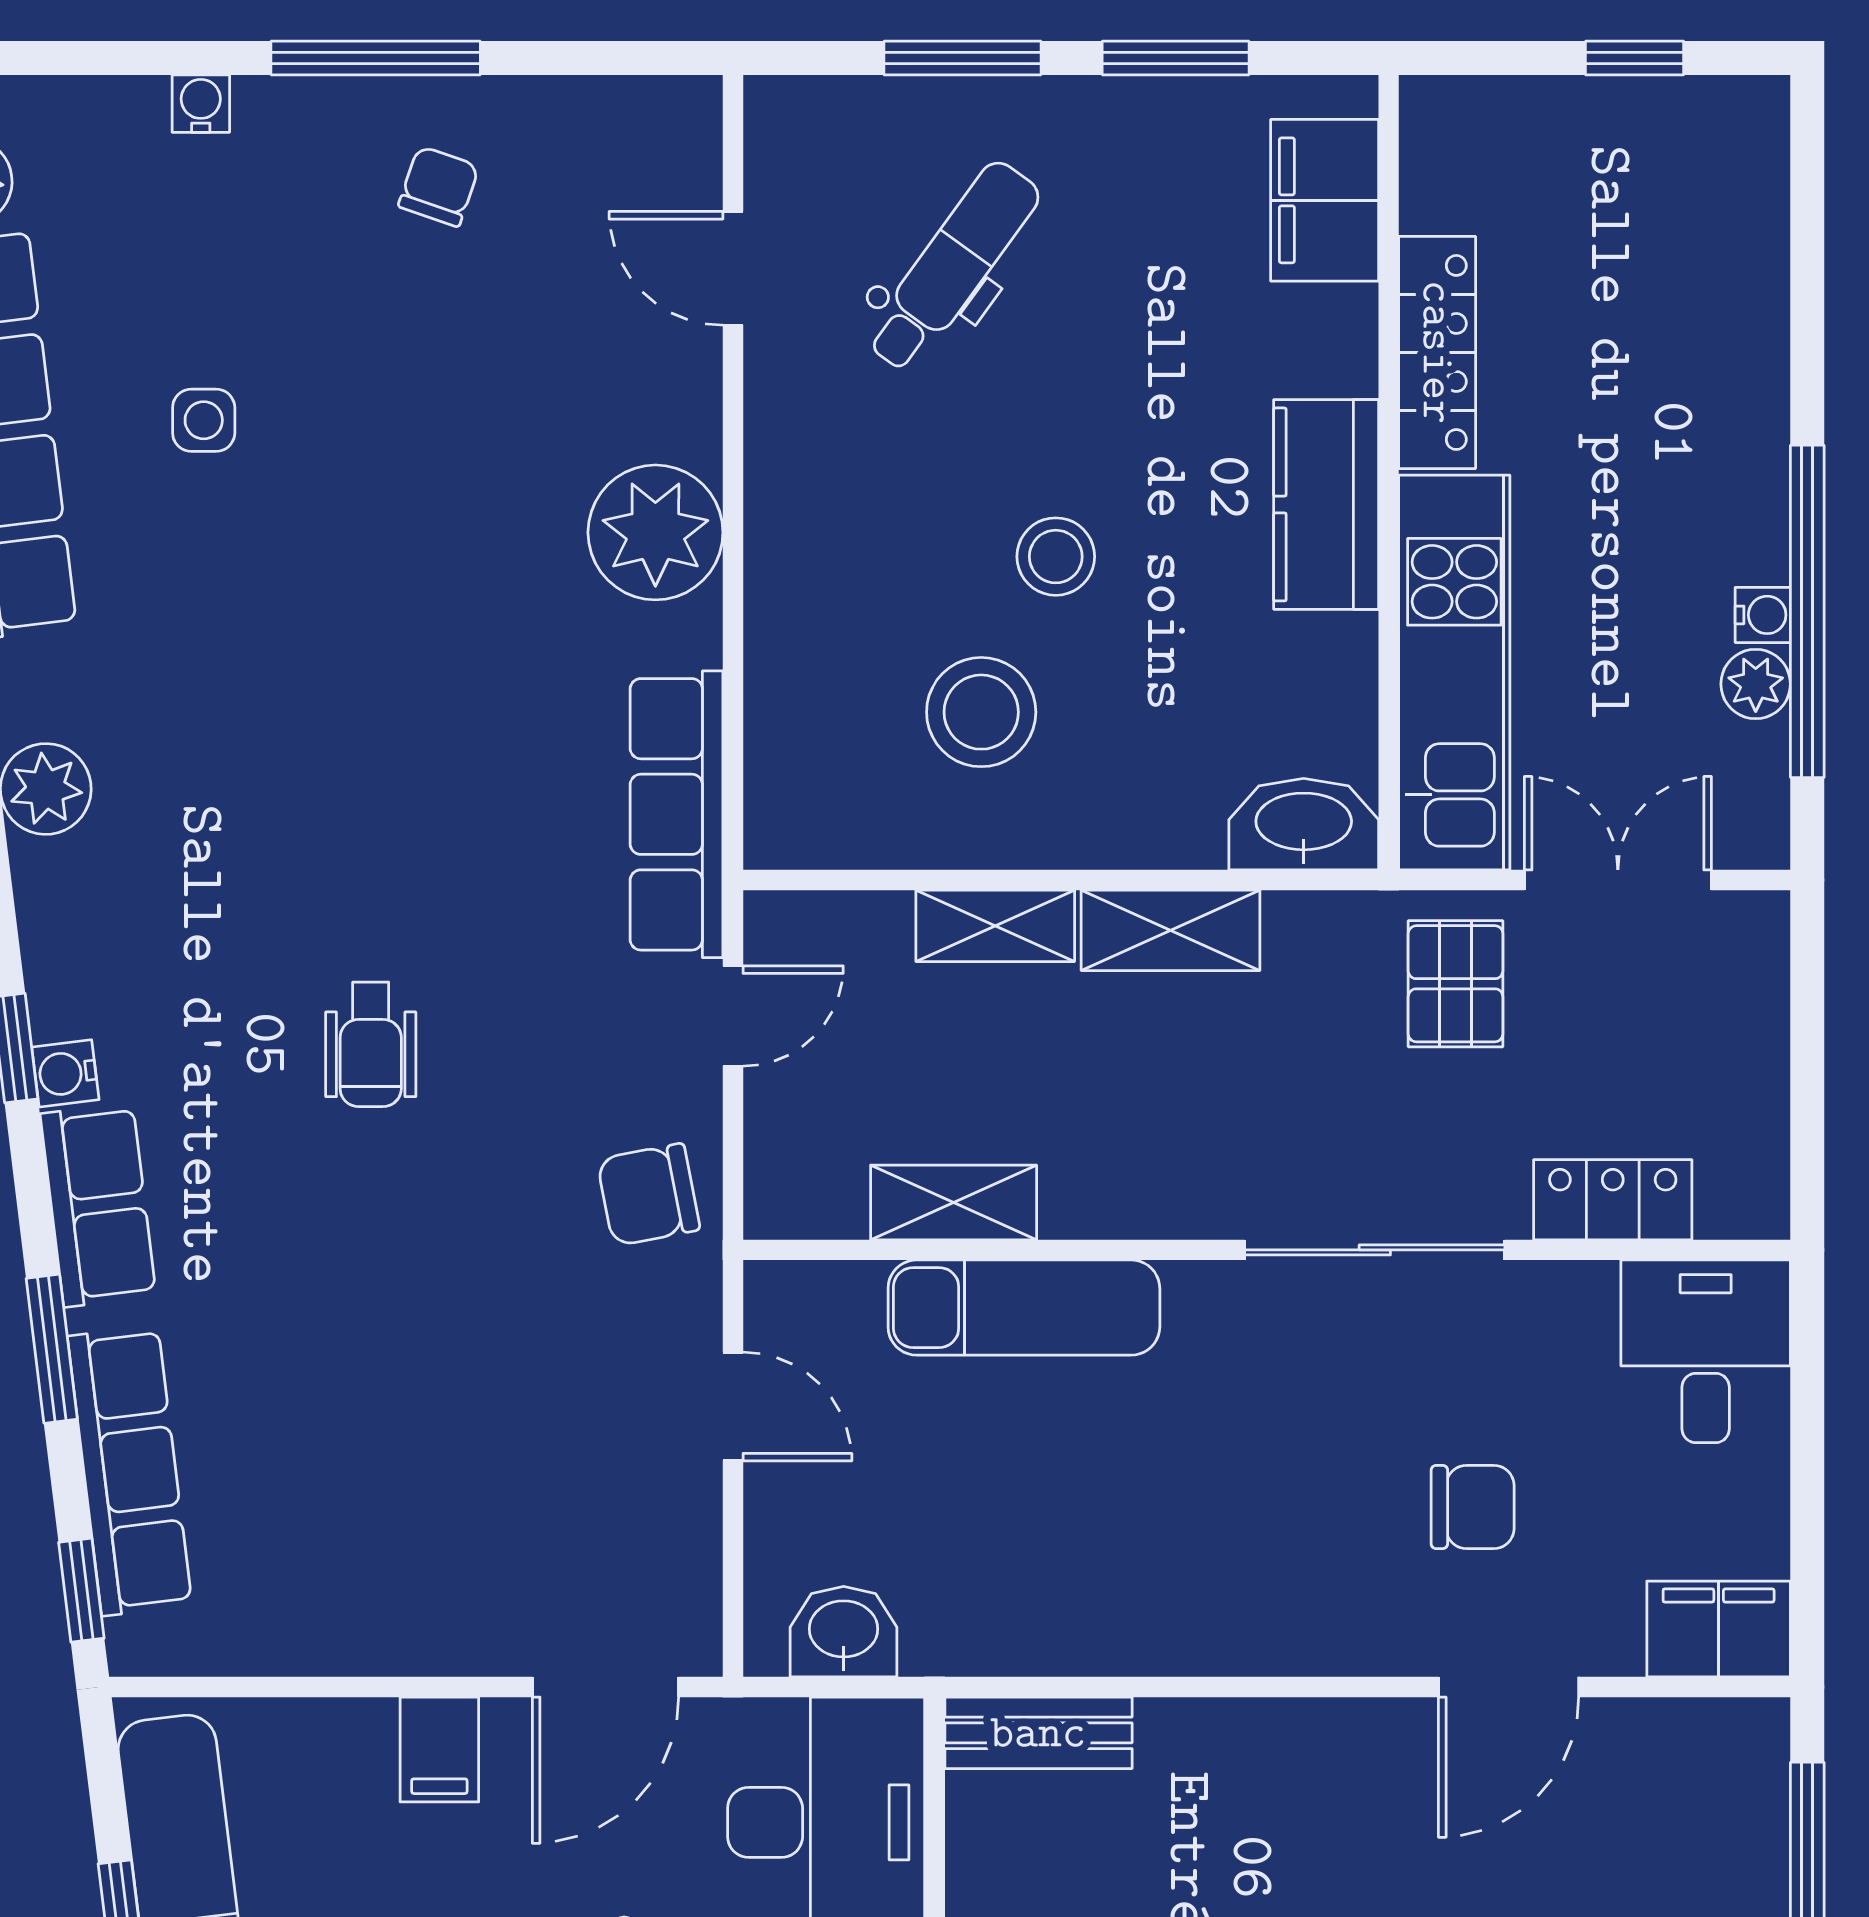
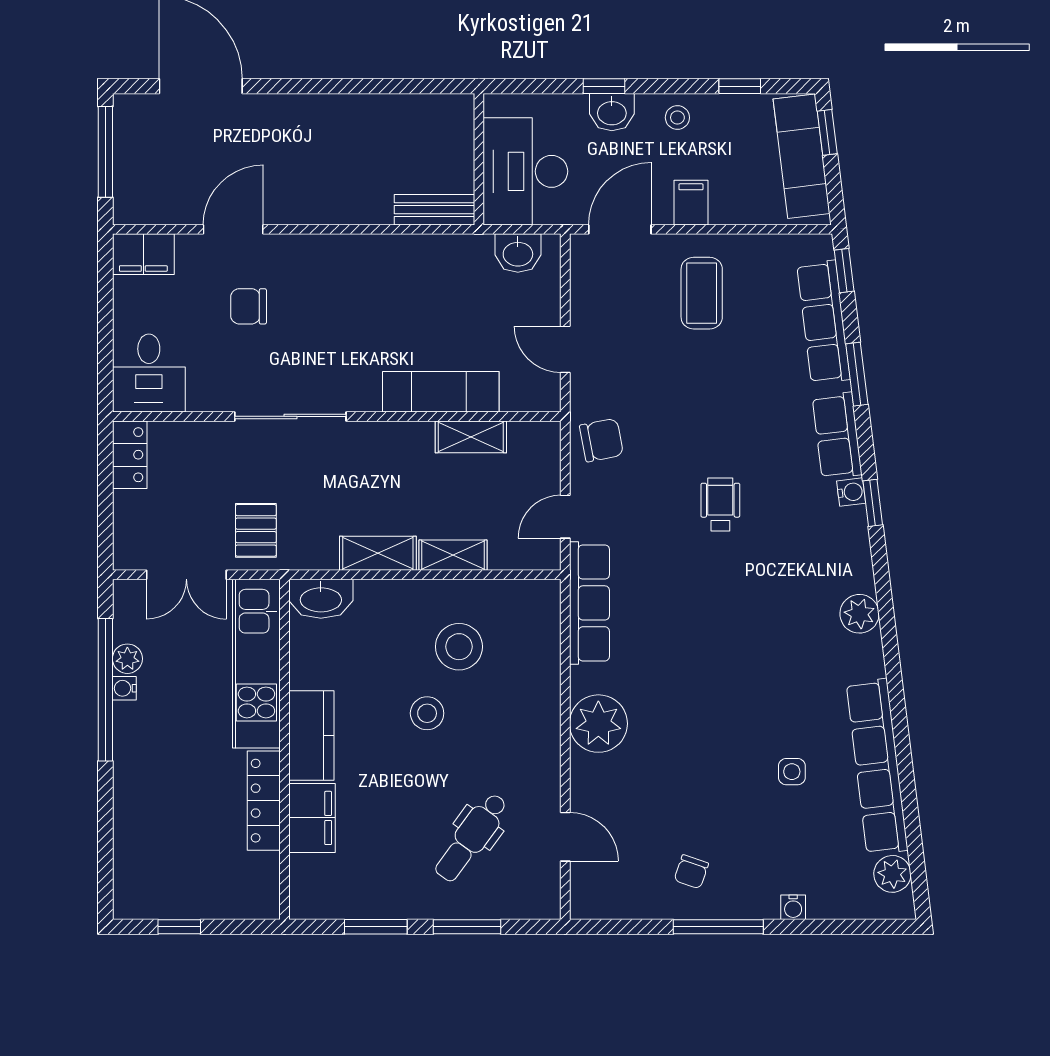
filing cabinet: (1325, 200) -> (312, 818), moved
locker: (1613, 1200) -> (130, 455), moved, turned -90
coffee table: (414, 1538) -> (702, 293), added

